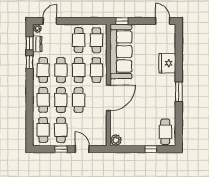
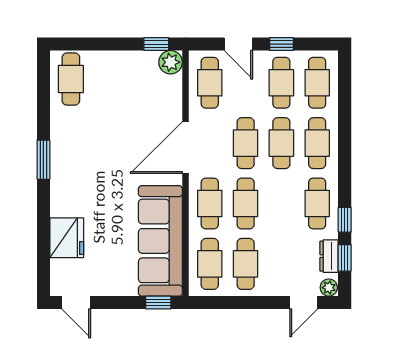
fridge: (167, 63) -> (67, 238), moved
cafe table: (61, 70) -> (210, 83), moved
window: (151, 149) -> (156, 44), moved

